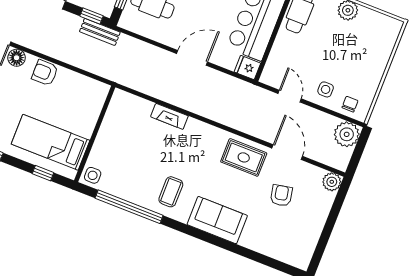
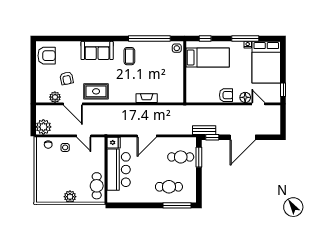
plant: (332, 182) -> (55, 97), moved
armchair: (299, 243) -> (47, 56), added

